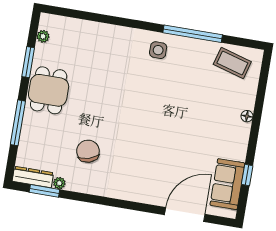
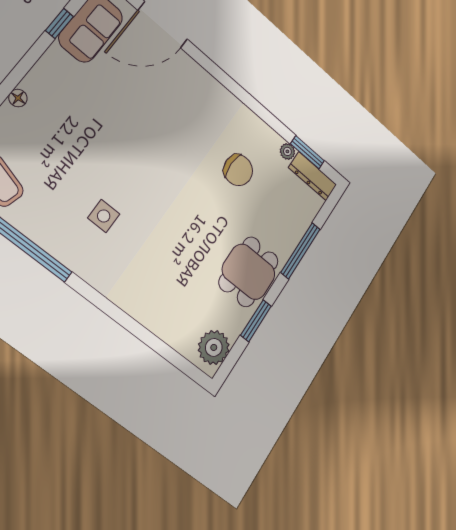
plant: (43, 36) -> (214, 347), width x1.88, depth x1.88
side table: (158, 50) -> (104, 216), moved
chair: (88, 151) -> (238, 170), turned -73

